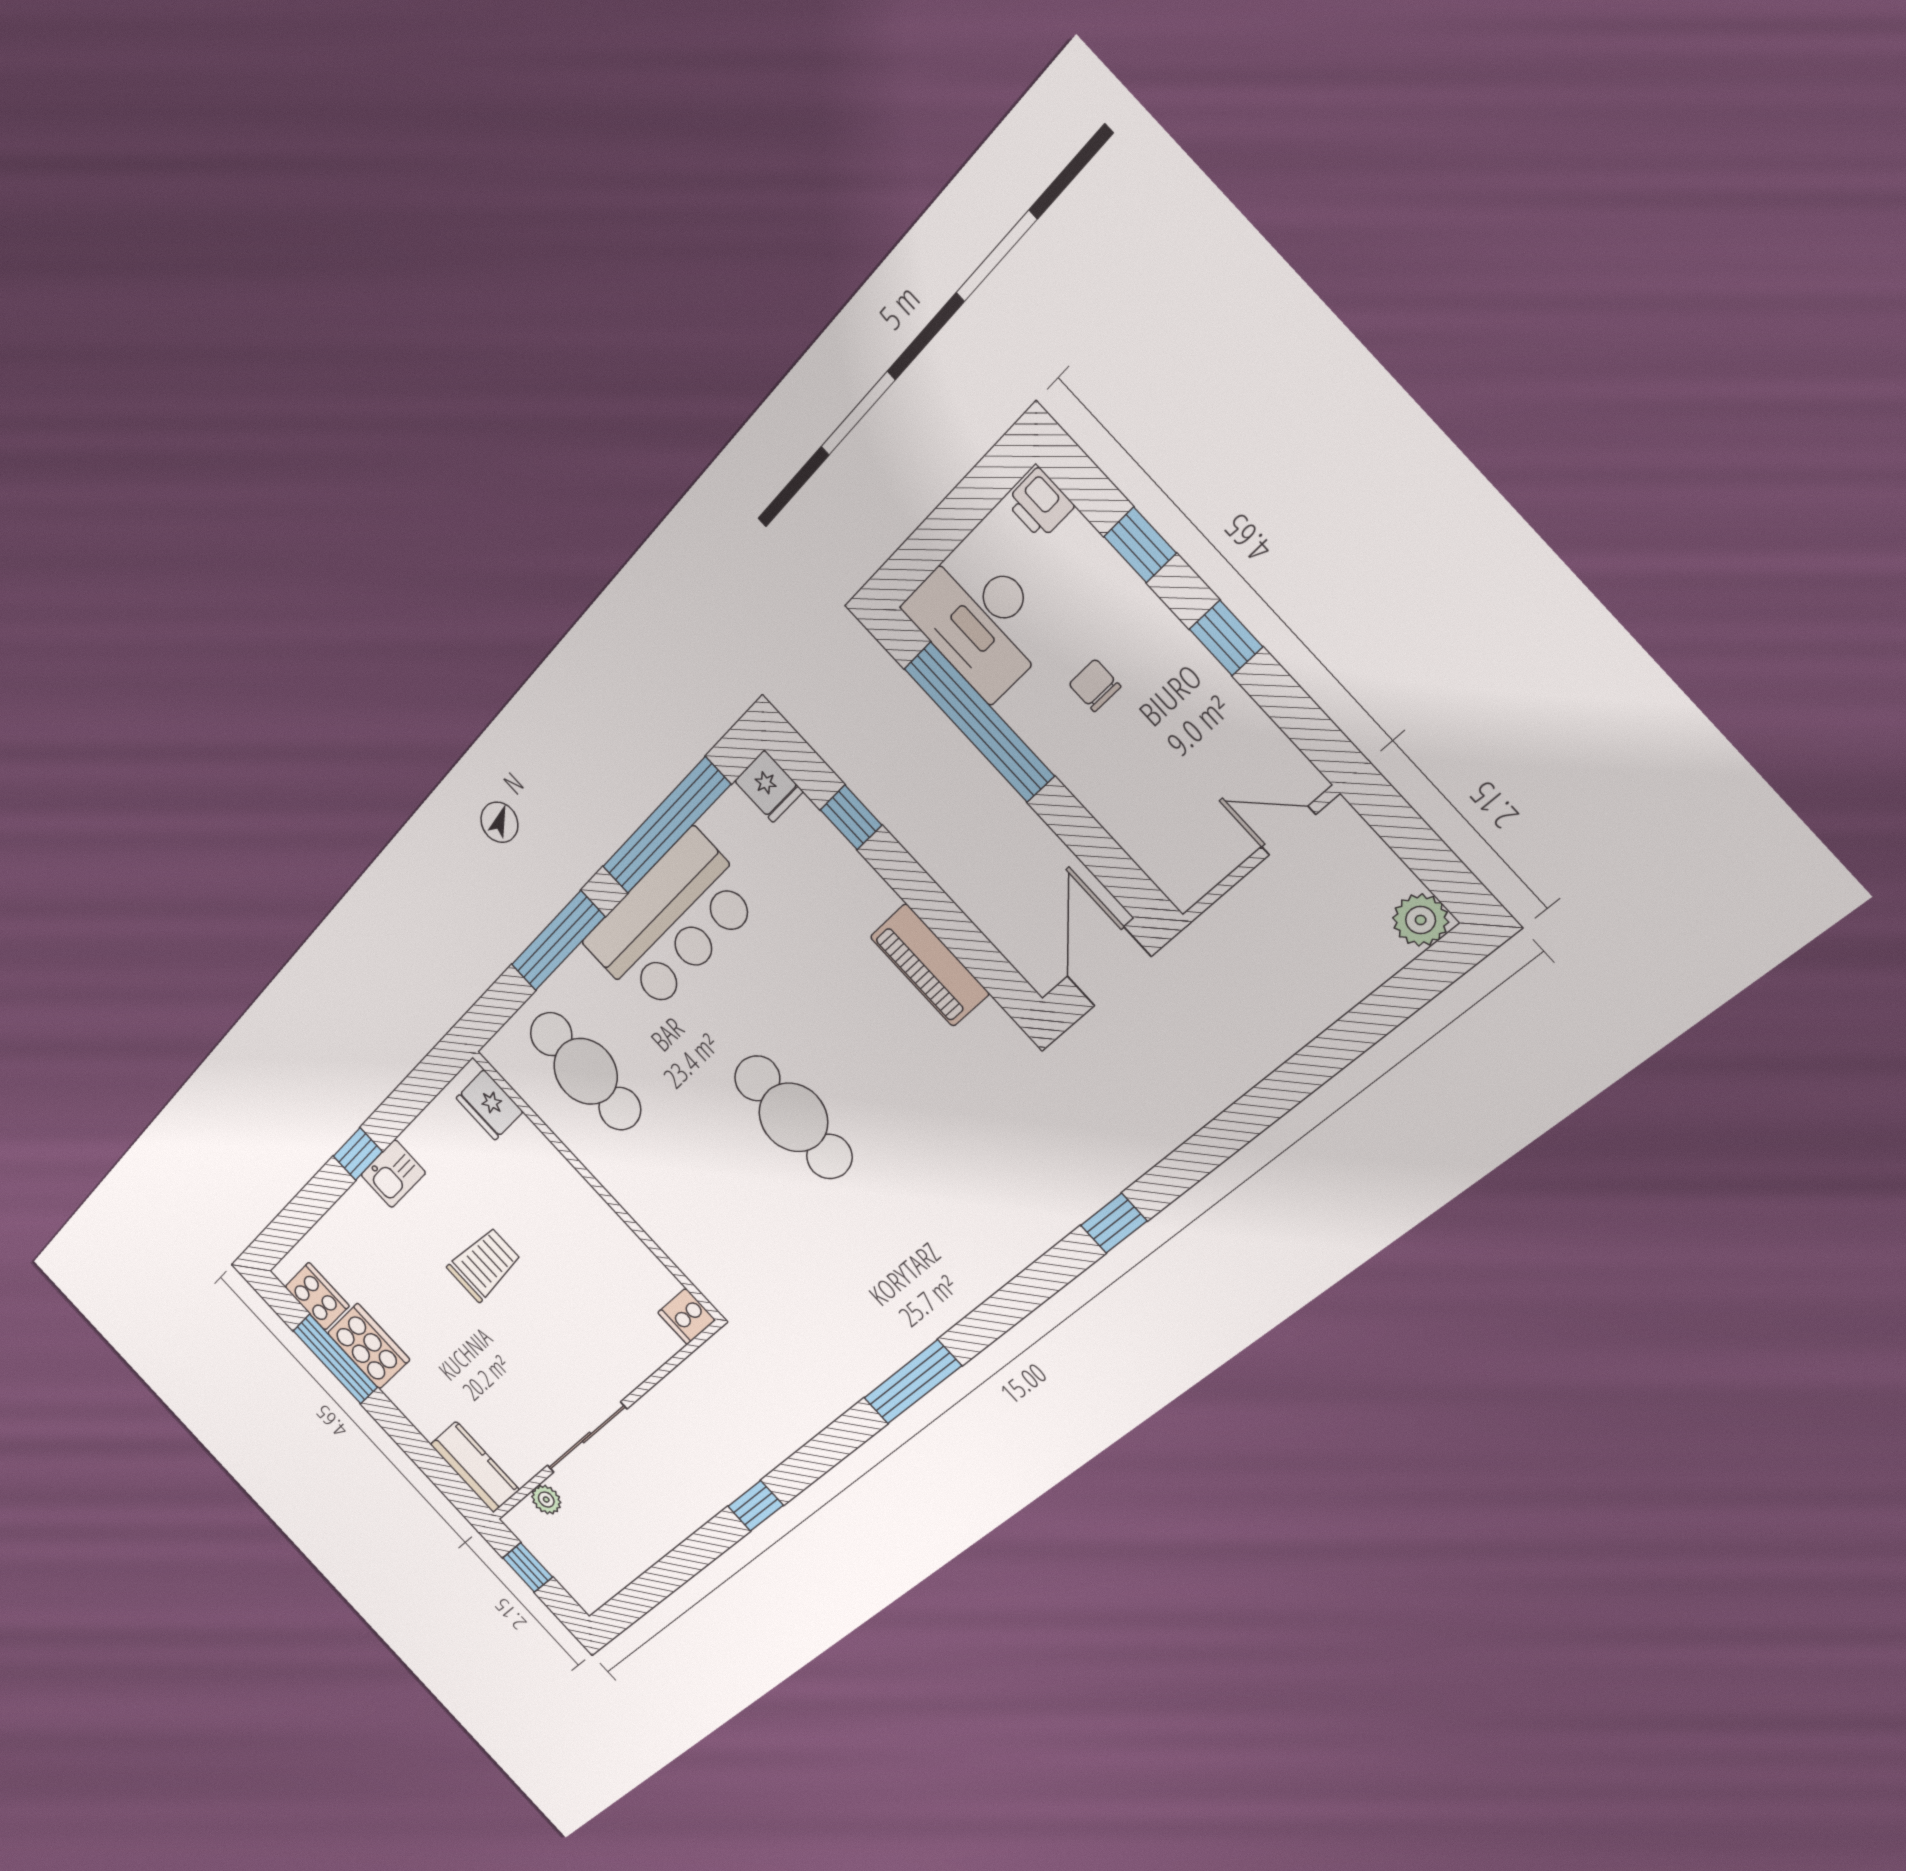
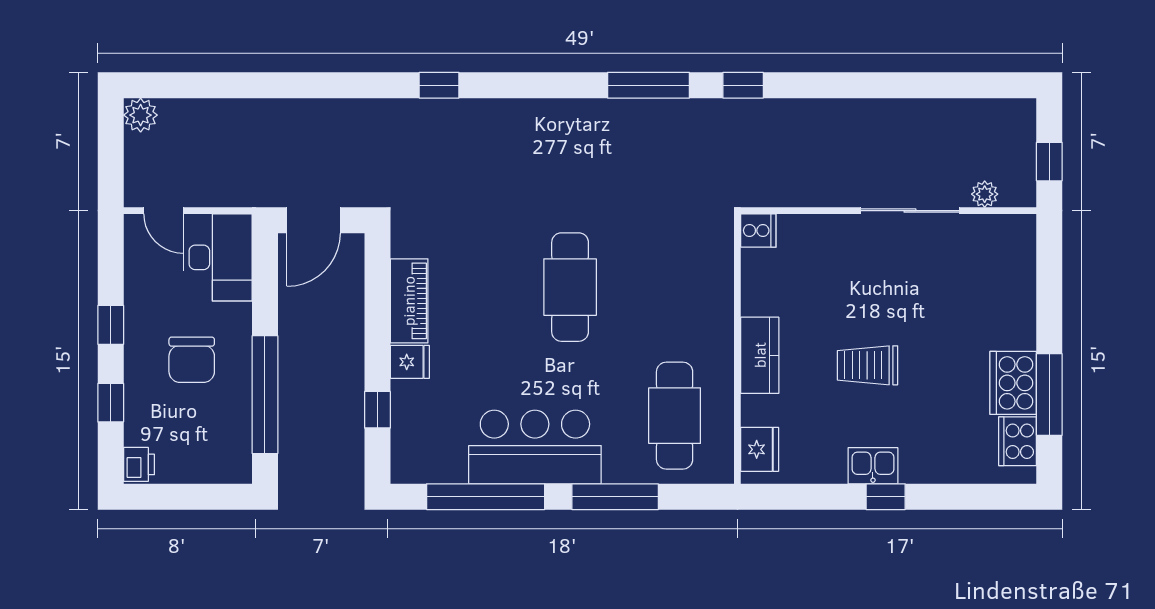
desk: (980, 620) -> (218, 257), moved
chair: (1095, 685) -> (192, 360), width x1.87, depth x1.87
fridge: (769, 786) -> (410, 362), moved, turned 90
kitchen counter: (475, 1467) -> (760, 355), moved, turned 180
window: (755, 1506) -> (743, 85), moved

